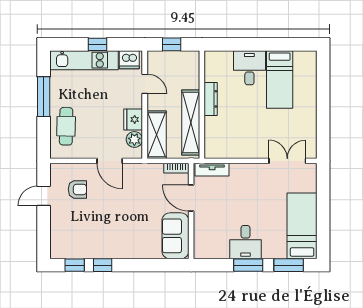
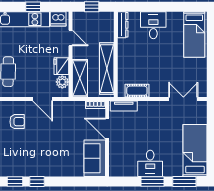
bed: (280, 79) -> (194, 34), moved
dresser: (211, 99) -> (123, 25), moved
cot: (229, 150) -> (137, 91), added

